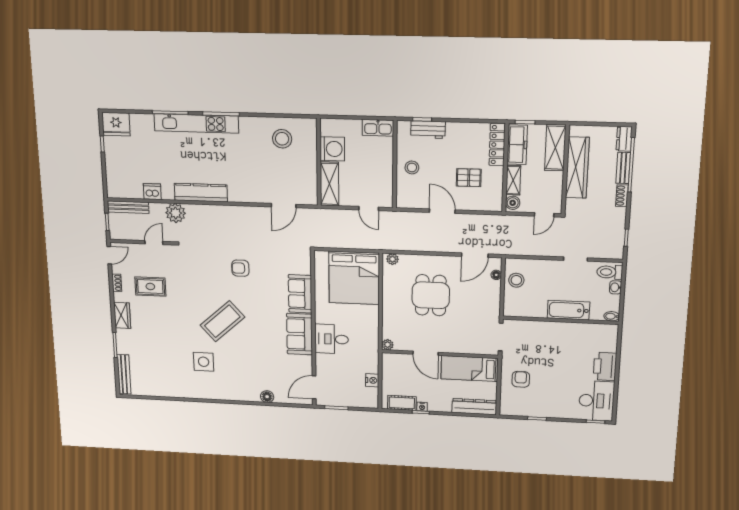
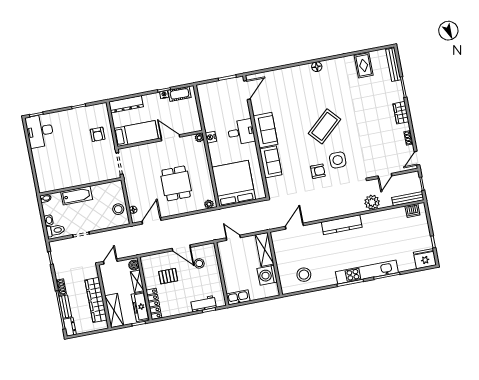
stool: (412, 167) -> (199, 263), moved
dishwasher: (152, 192) -> (412, 211), moved
kitchen counter: (201, 193) -> (342, 225), moved
rug: (150, 287) -> (364, 65), moved, turned 90
side table: (204, 362) -> (338, 160), moved
printer: (605, 366) -> (41, 159), removed
nightstand: (372, 380) -> (211, 137), moved
floor lamp: (267, 397) -> (317, 67), moved

